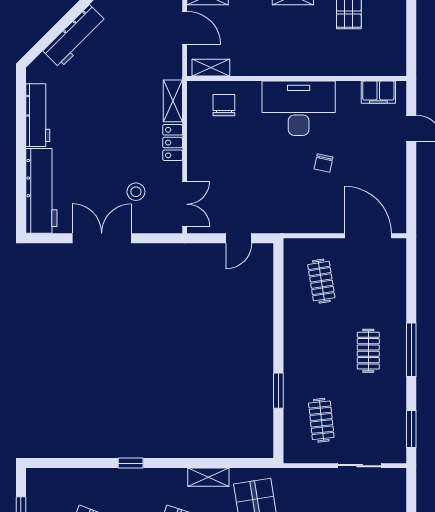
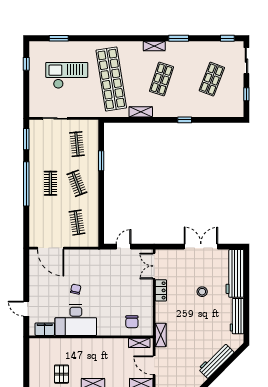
shelving: (173, 101) -> (161, 335), moved
desk: (299, 108) -> (76, 320), moved
locker: (173, 143) -> (161, 290), moved
stool: (136, 192) -> (202, 292), moved
double door: (102, 238) -> (201, 247), swing flipped
window: (411, 350) -> (26, 184), width x1.46
clothes rail: (321, 351) -> (77, 183), added

